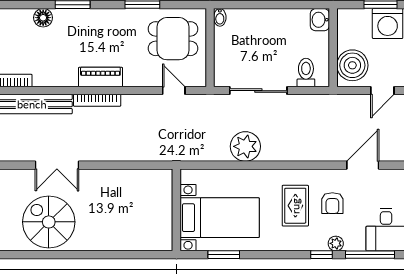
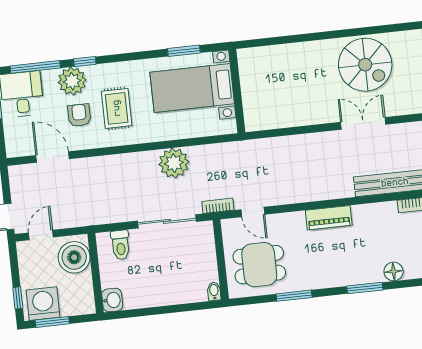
bookcase: (97, 100) -> (218, 206), moved, width x0.64
door: (363, 165) -> (53, 157), swing flipped
plant: (336, 243) -> (72, 81), width x1.88, depth x1.88

